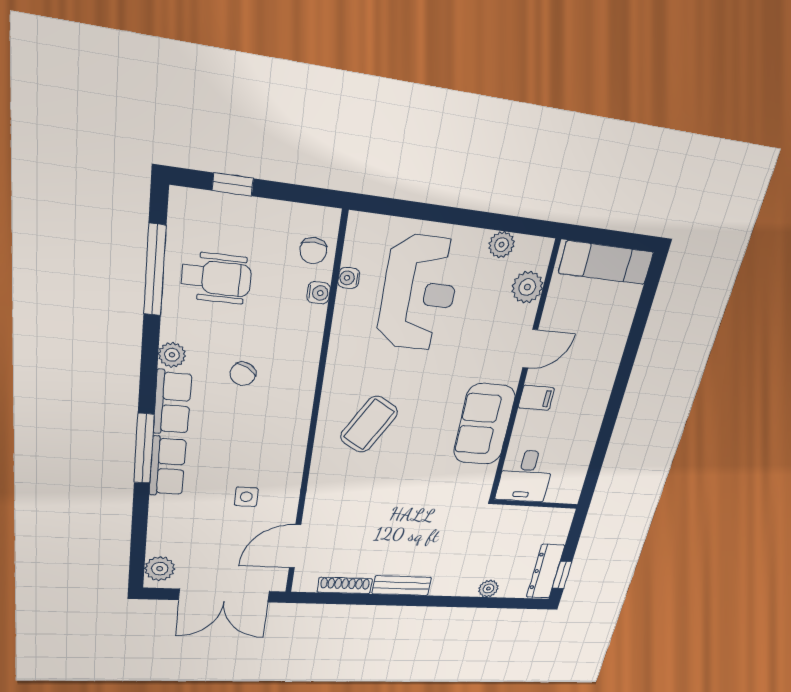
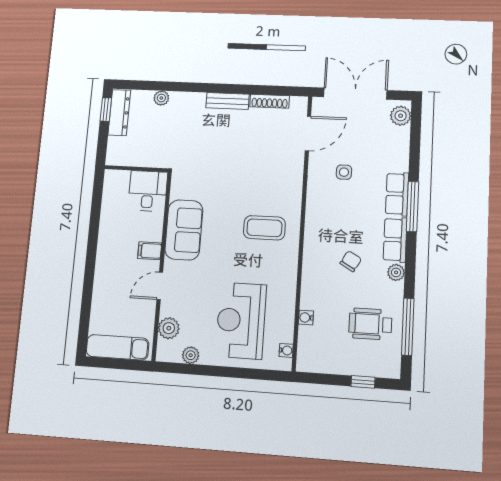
chair: (313, 251) -> (311, 344), removed
water cooler: (349, 278) -> (286, 350), moved
coffee table: (369, 424) -> (264, 228), turned 60

